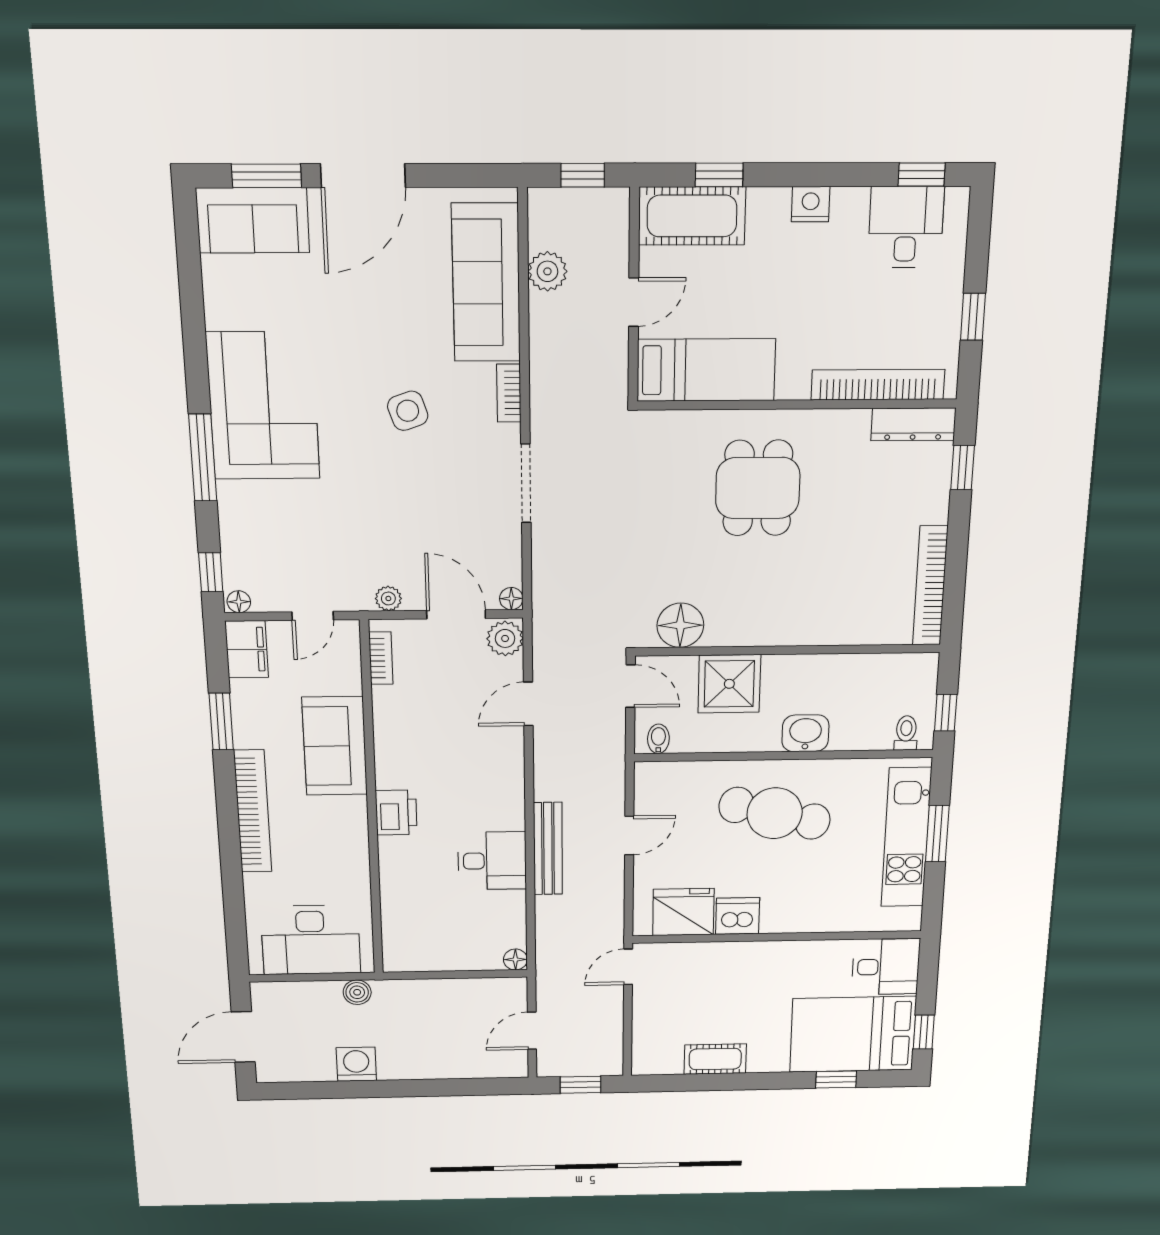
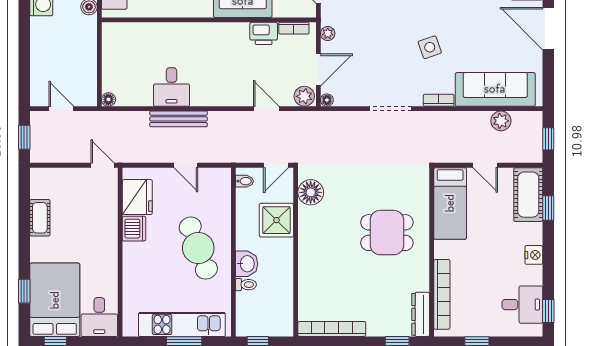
toilet: (906, 733) -> (246, 285), moved
printer: (396, 813) -> (264, 33), moved
cafe table: (775, 813) -> (198, 248), turned -35

